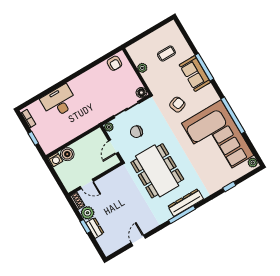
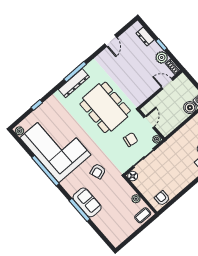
coffee table: (166, 53) -> (143, 215), moved
dresser: (95, 228) -> (145, 37), moved

